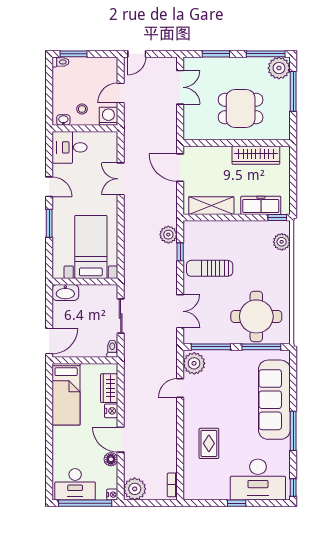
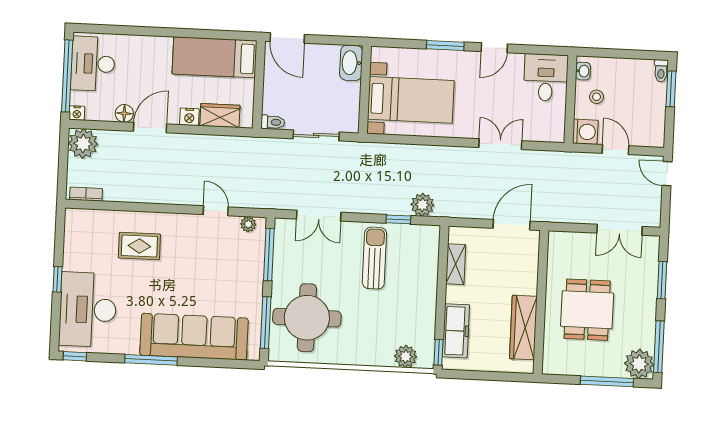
shelving: (211, 206) -> (456, 264), width x0.67, depth x0.75
plant: (194, 363) -> (248, 224), width x0.53, depth x0.53

